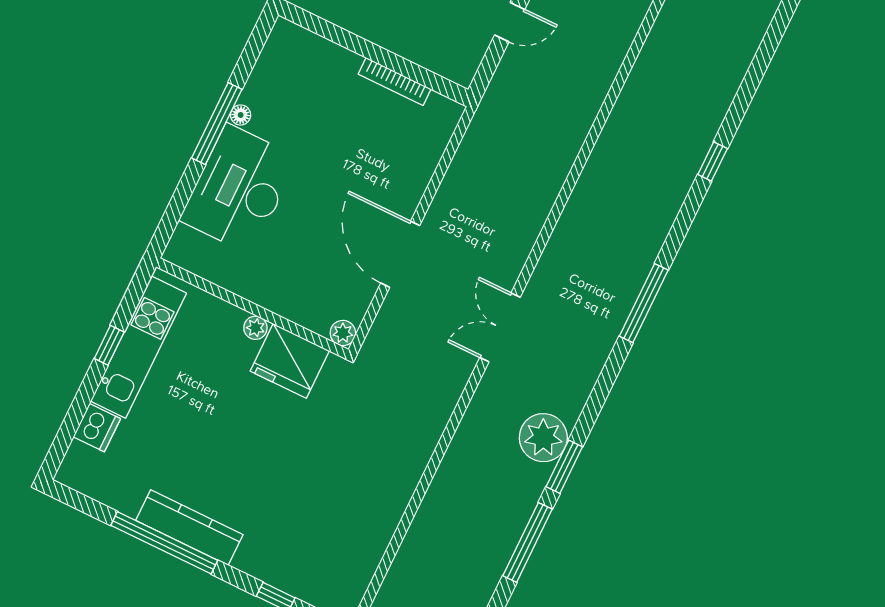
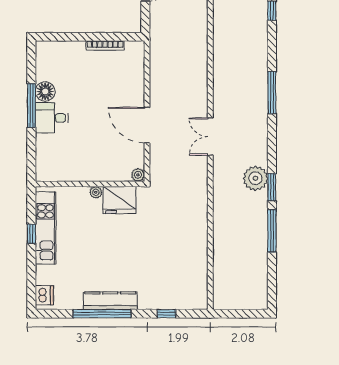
floor lamp: (241, 115) -> (45, 92), width x1.89, depth x1.89
desk: (239, 189) -> (52, 118), width x0.53, depth x0.77
dishwasher: (97, 428) -> (44, 295), moved

